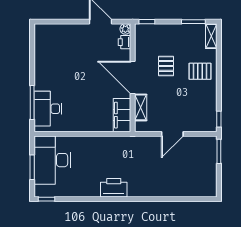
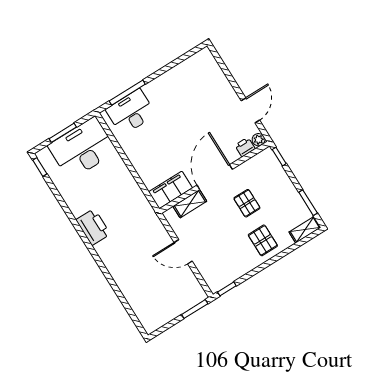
pallet: (166, 66) -> (247, 203), turned 90

